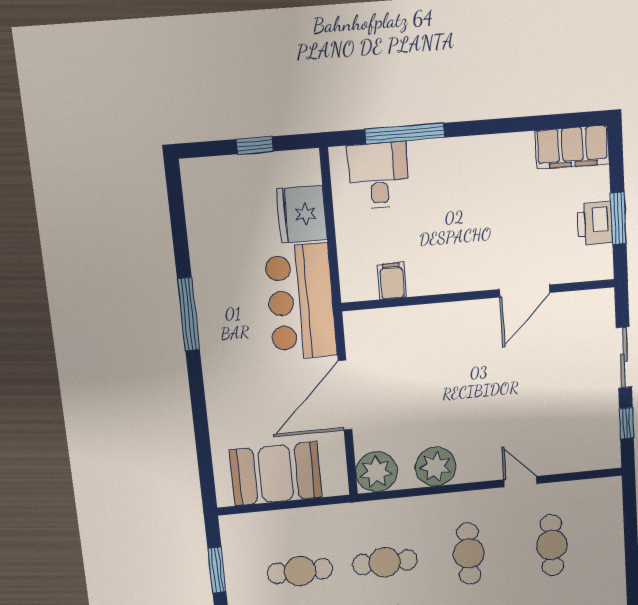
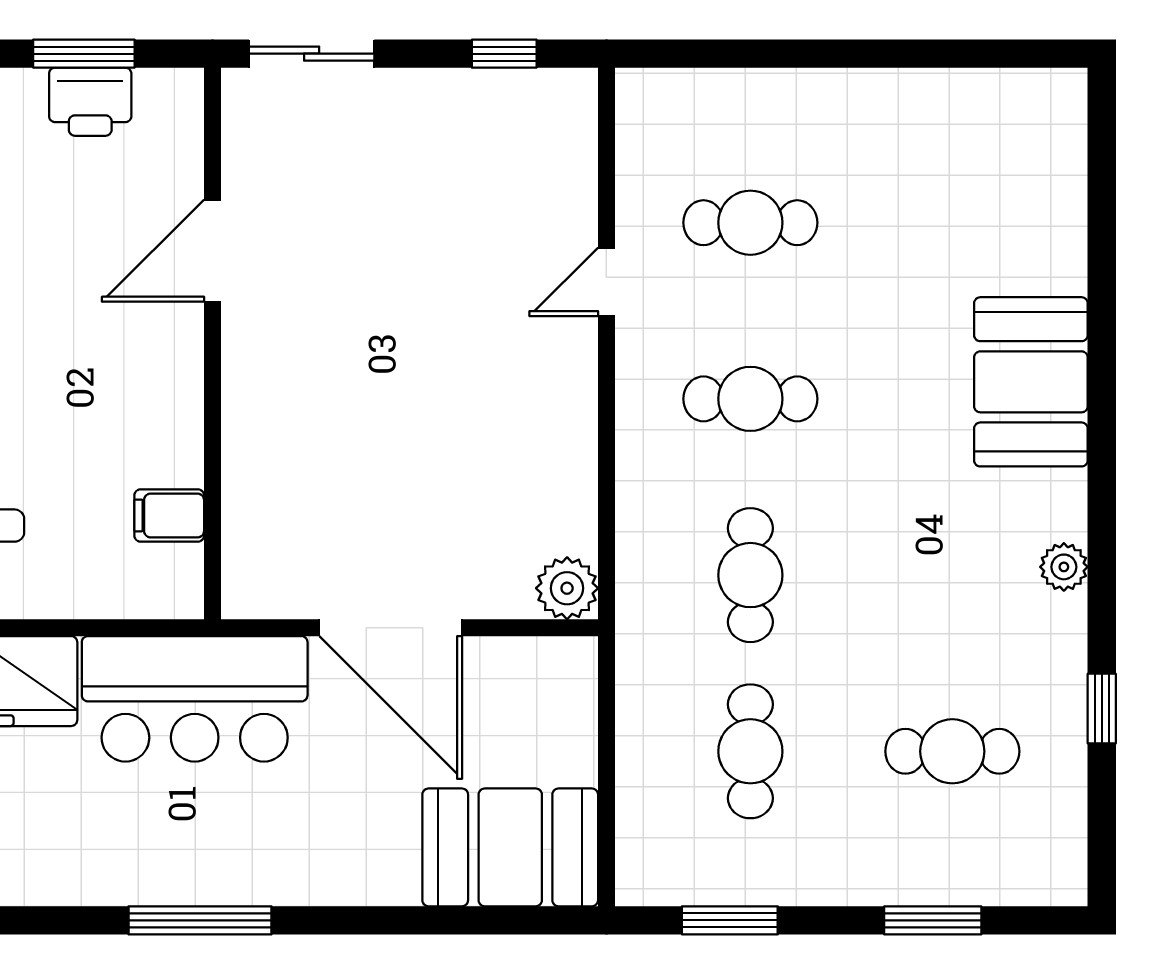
door: (525, 291) -> (212, 251), swing flipped
sliding door: (624, 357) -> (312, 54), moved
plant: (436, 467) -> (557, 455), removed
plant: (377, 472) -> (567, 588), width x0.73, depth x0.73
booth: (276, 474) -> (510, 847), moved, turned 90

